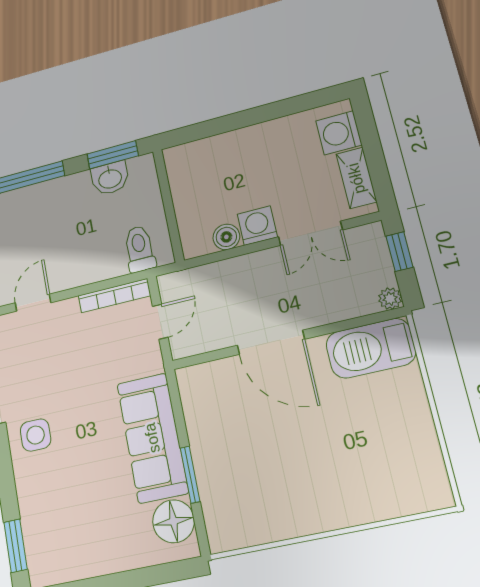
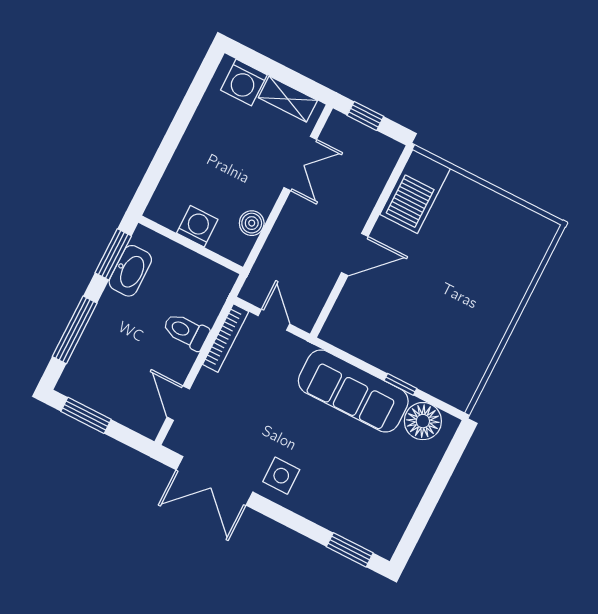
washbasin: (110, 178) -> (130, 271), width x1.38
washing machine: (257, 226) -> (197, 226), moved, turned 90
toilet: (140, 249) -> (186, 331), moved
plant: (390, 299) -> (392, 150), removed
door: (271, 342) -> (355, 255), width x0.73
window: (190, 475) -> (400, 384), width x0.67

